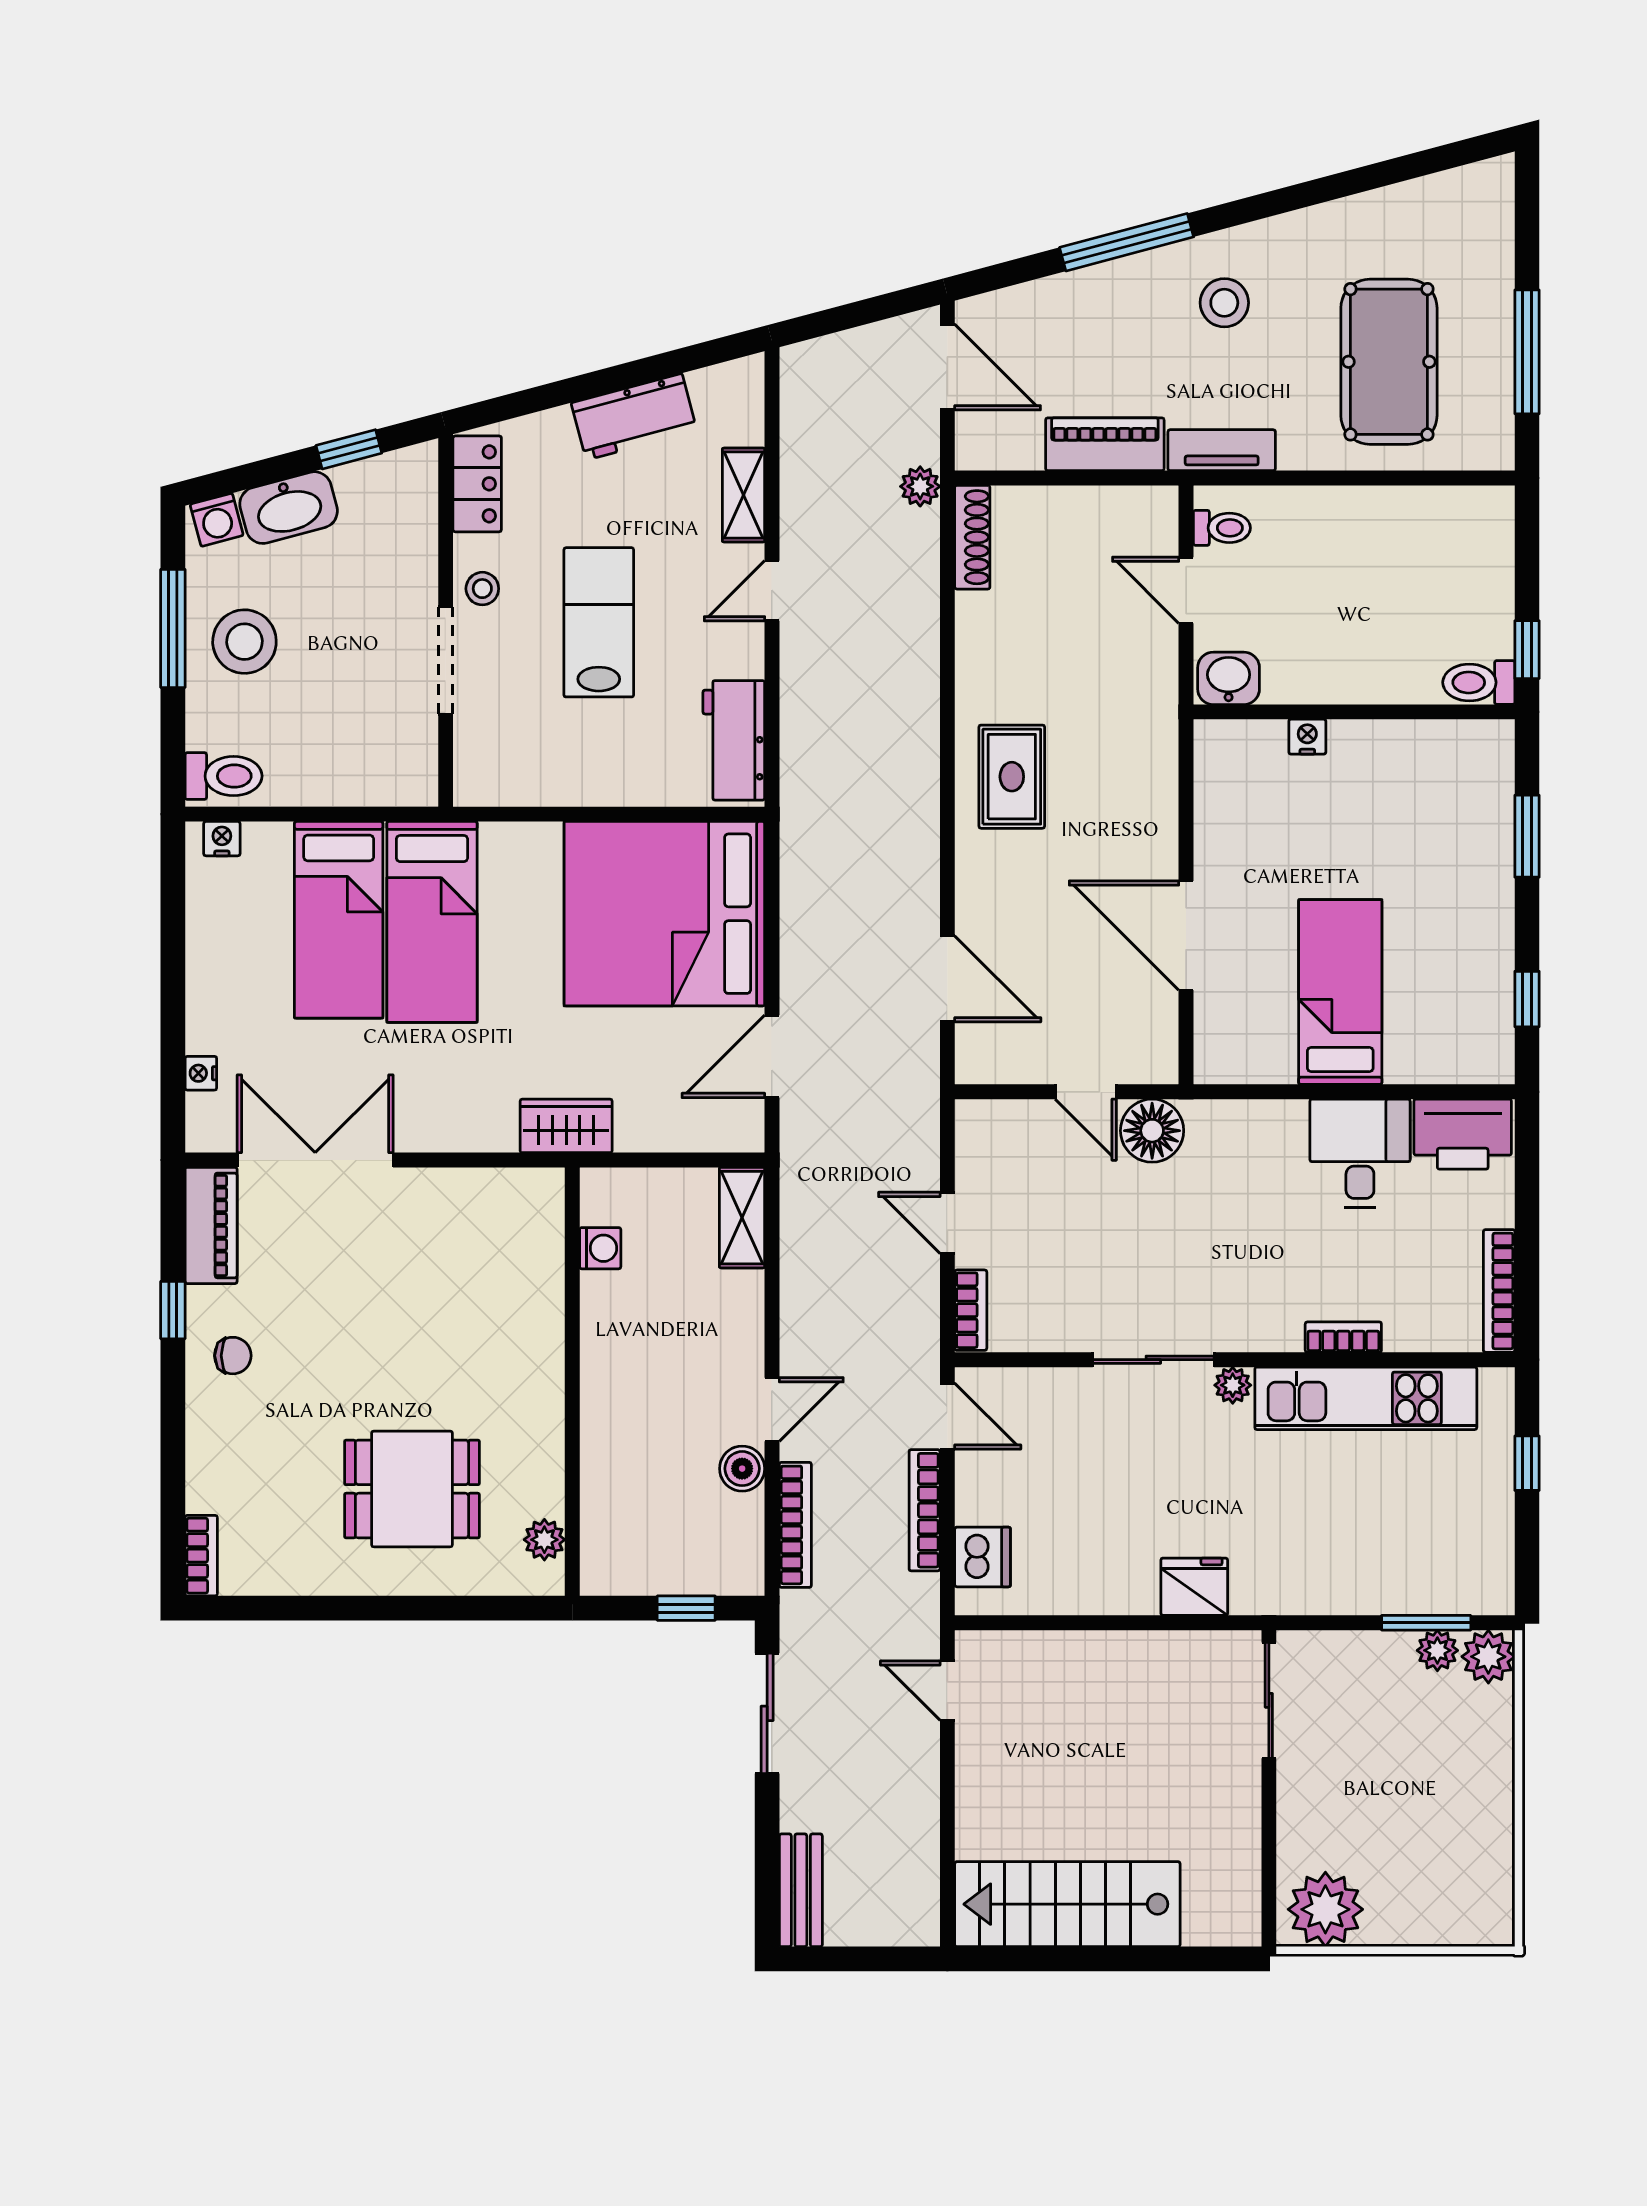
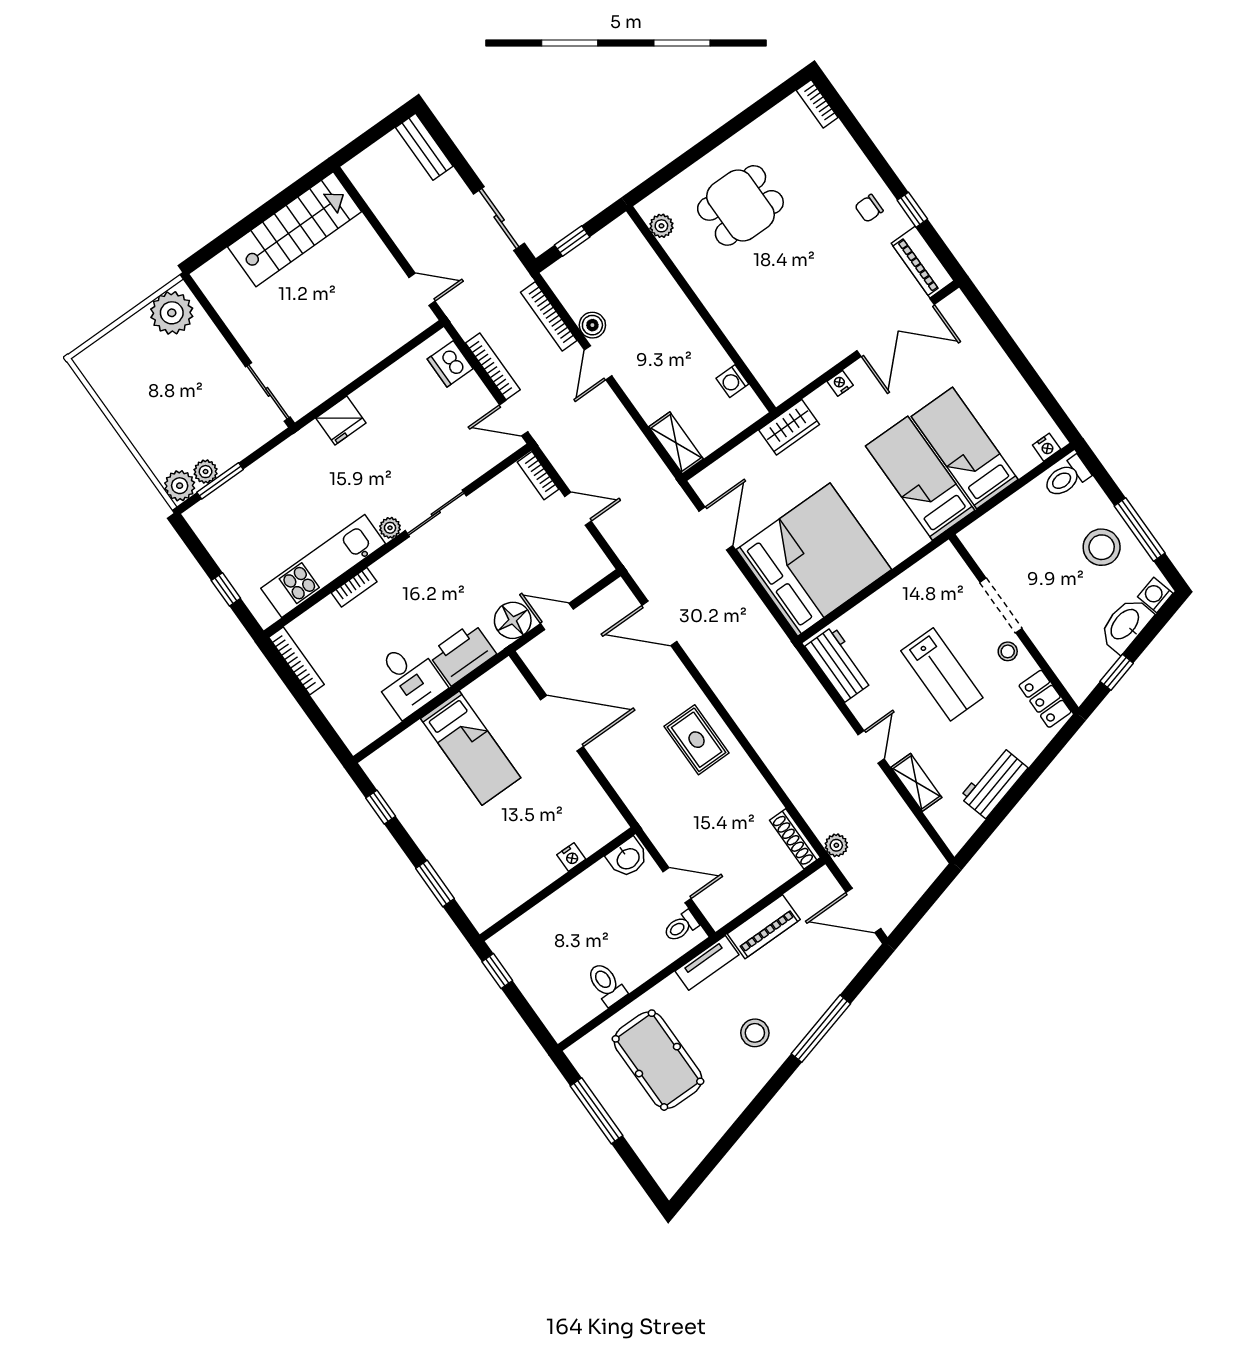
toilet: (1479, 682) -> (606, 984), moved, turned -90
nightstand: (201, 1073) -> (840, 383), moved, turned -90
printer: (1463, 1134) -> (462, 654), moved

